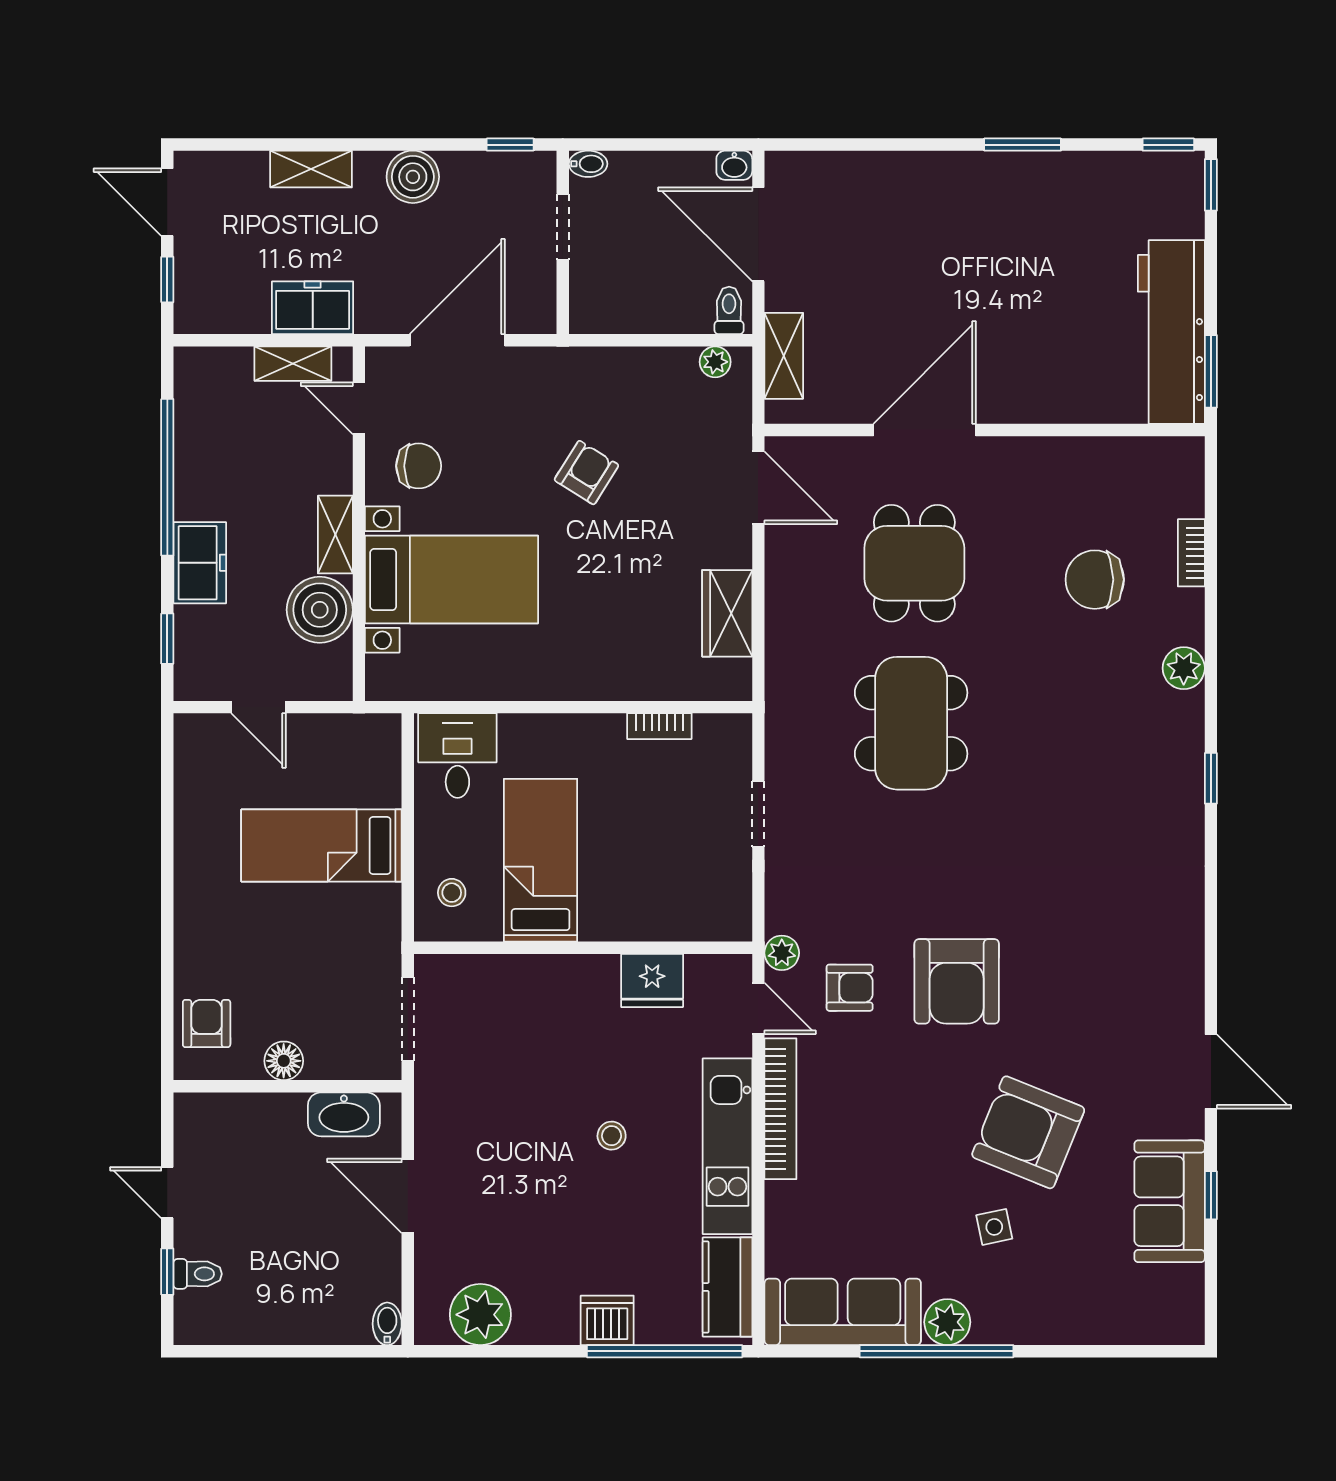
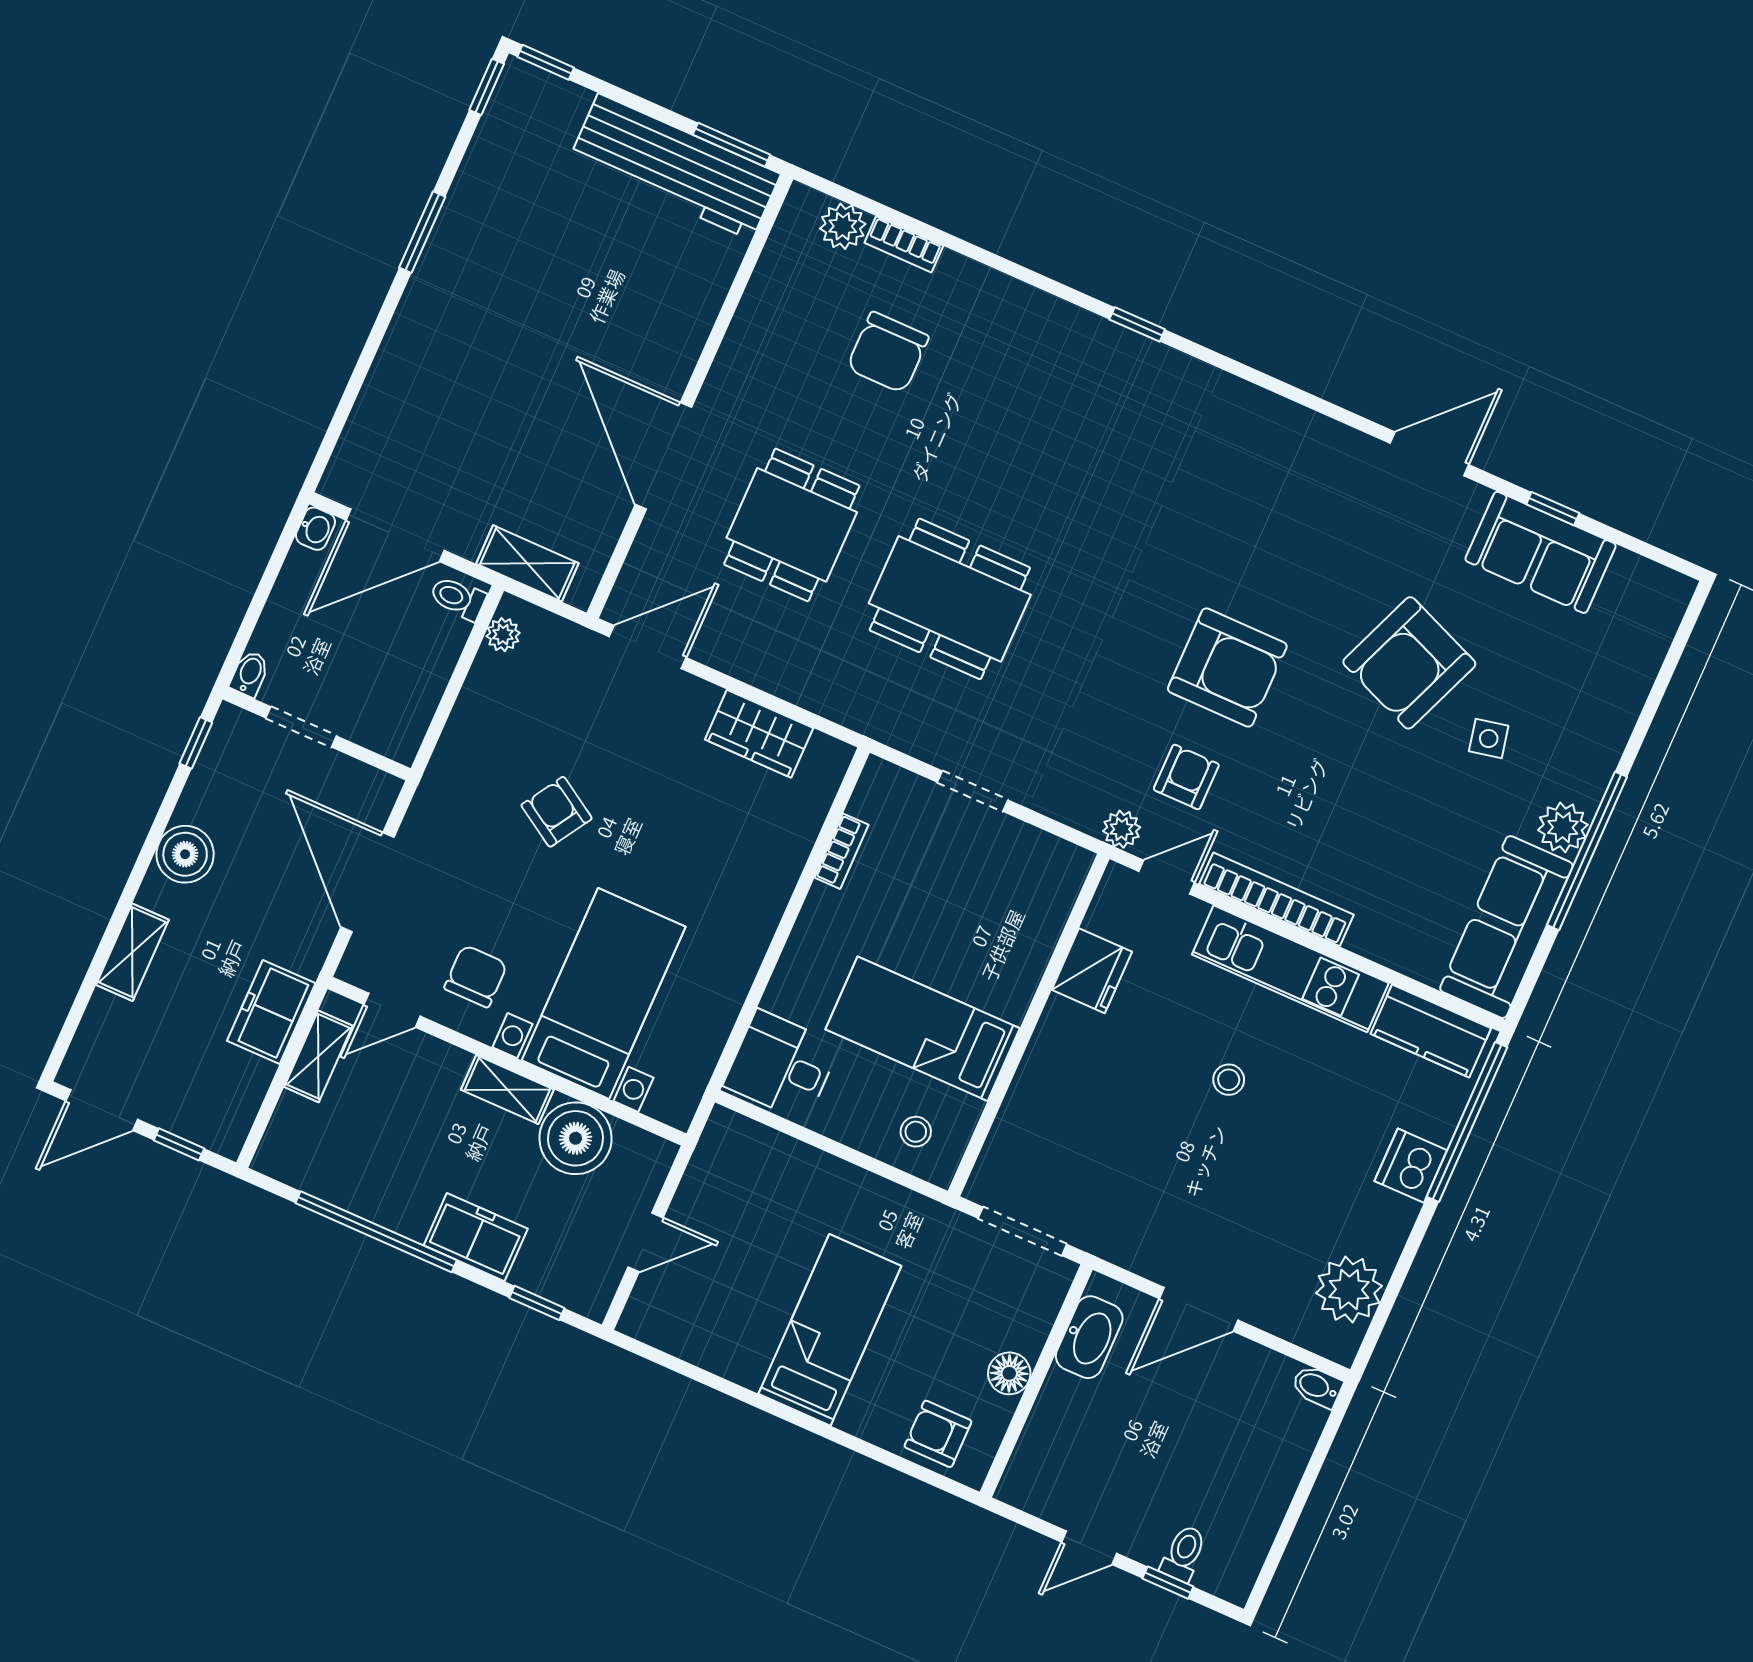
dining table: (914, 563) -> (792, 525), turned 90
plant: (1184, 668) -> (843, 226), moved
bed: (321, 846) -> (830, 1330), moved, turned 180

